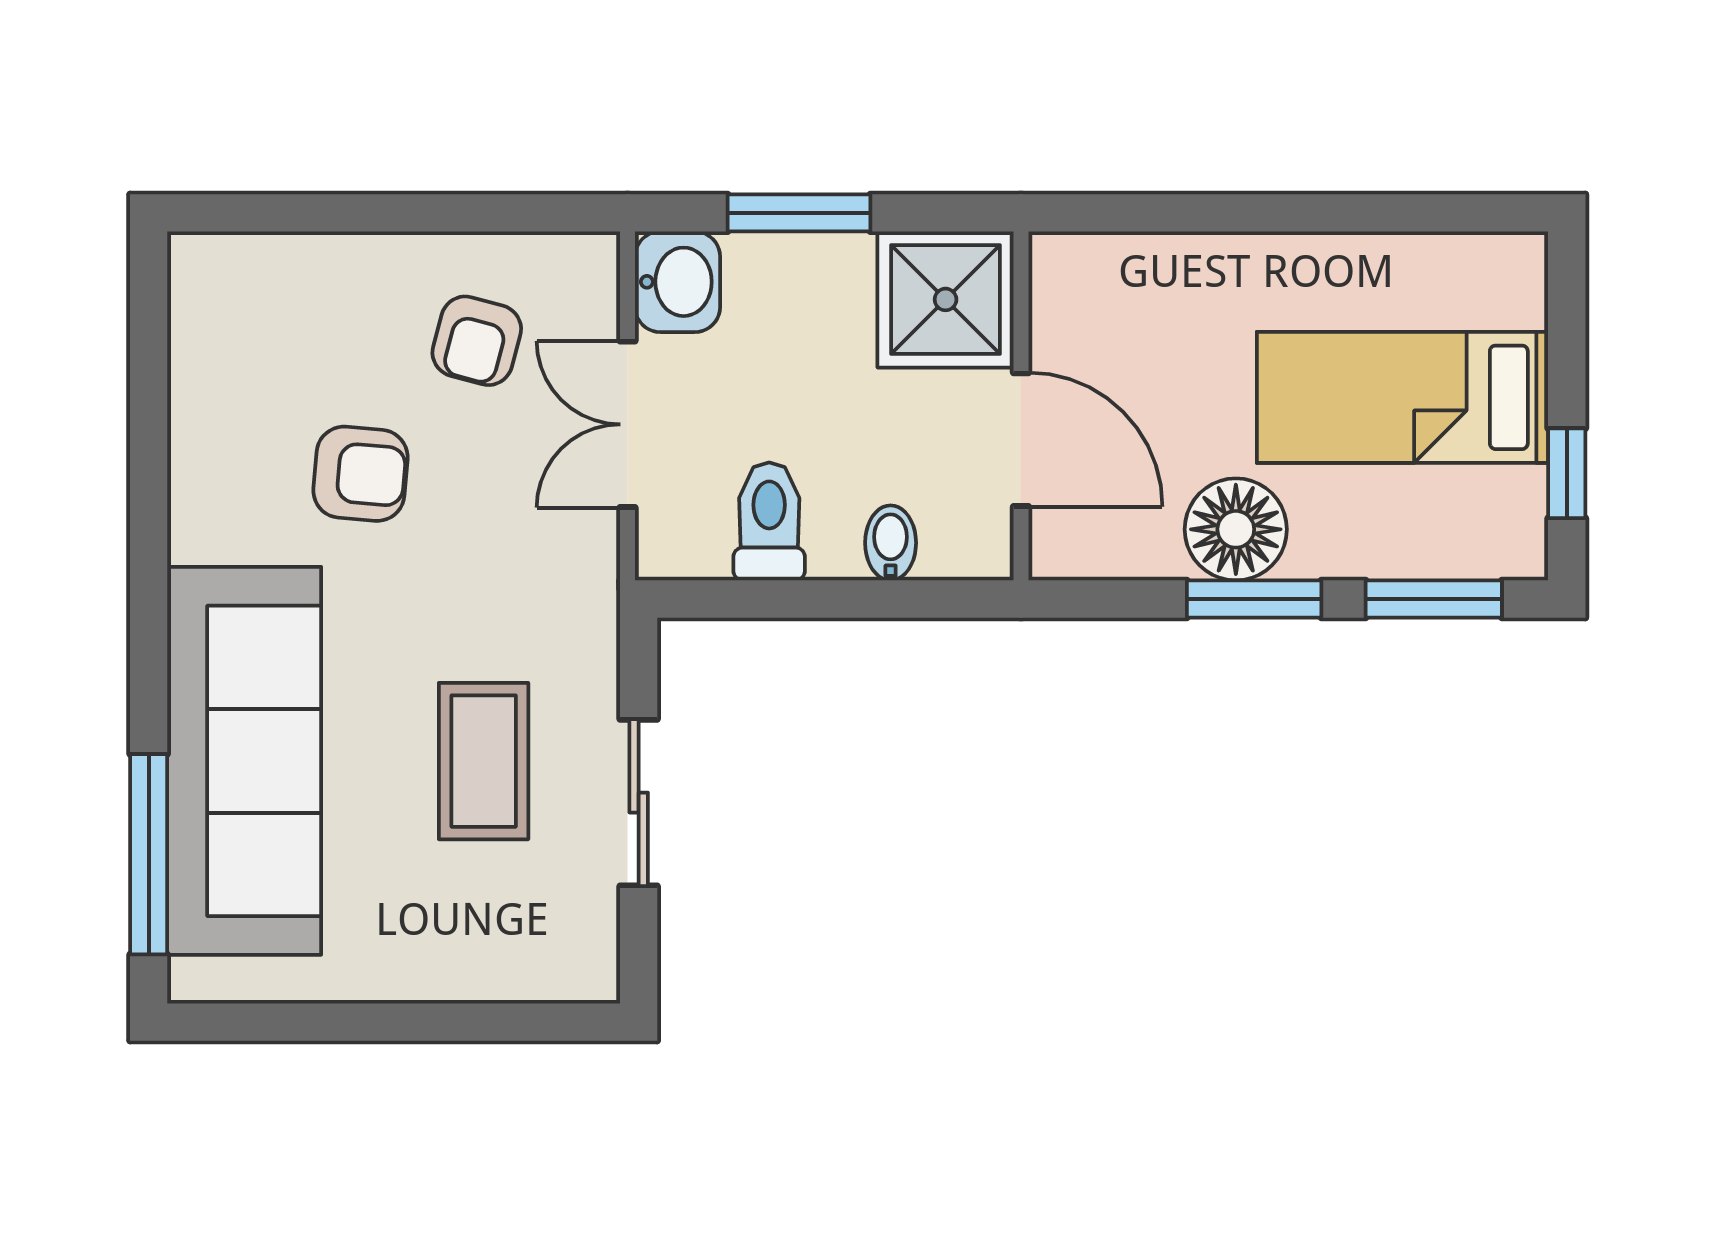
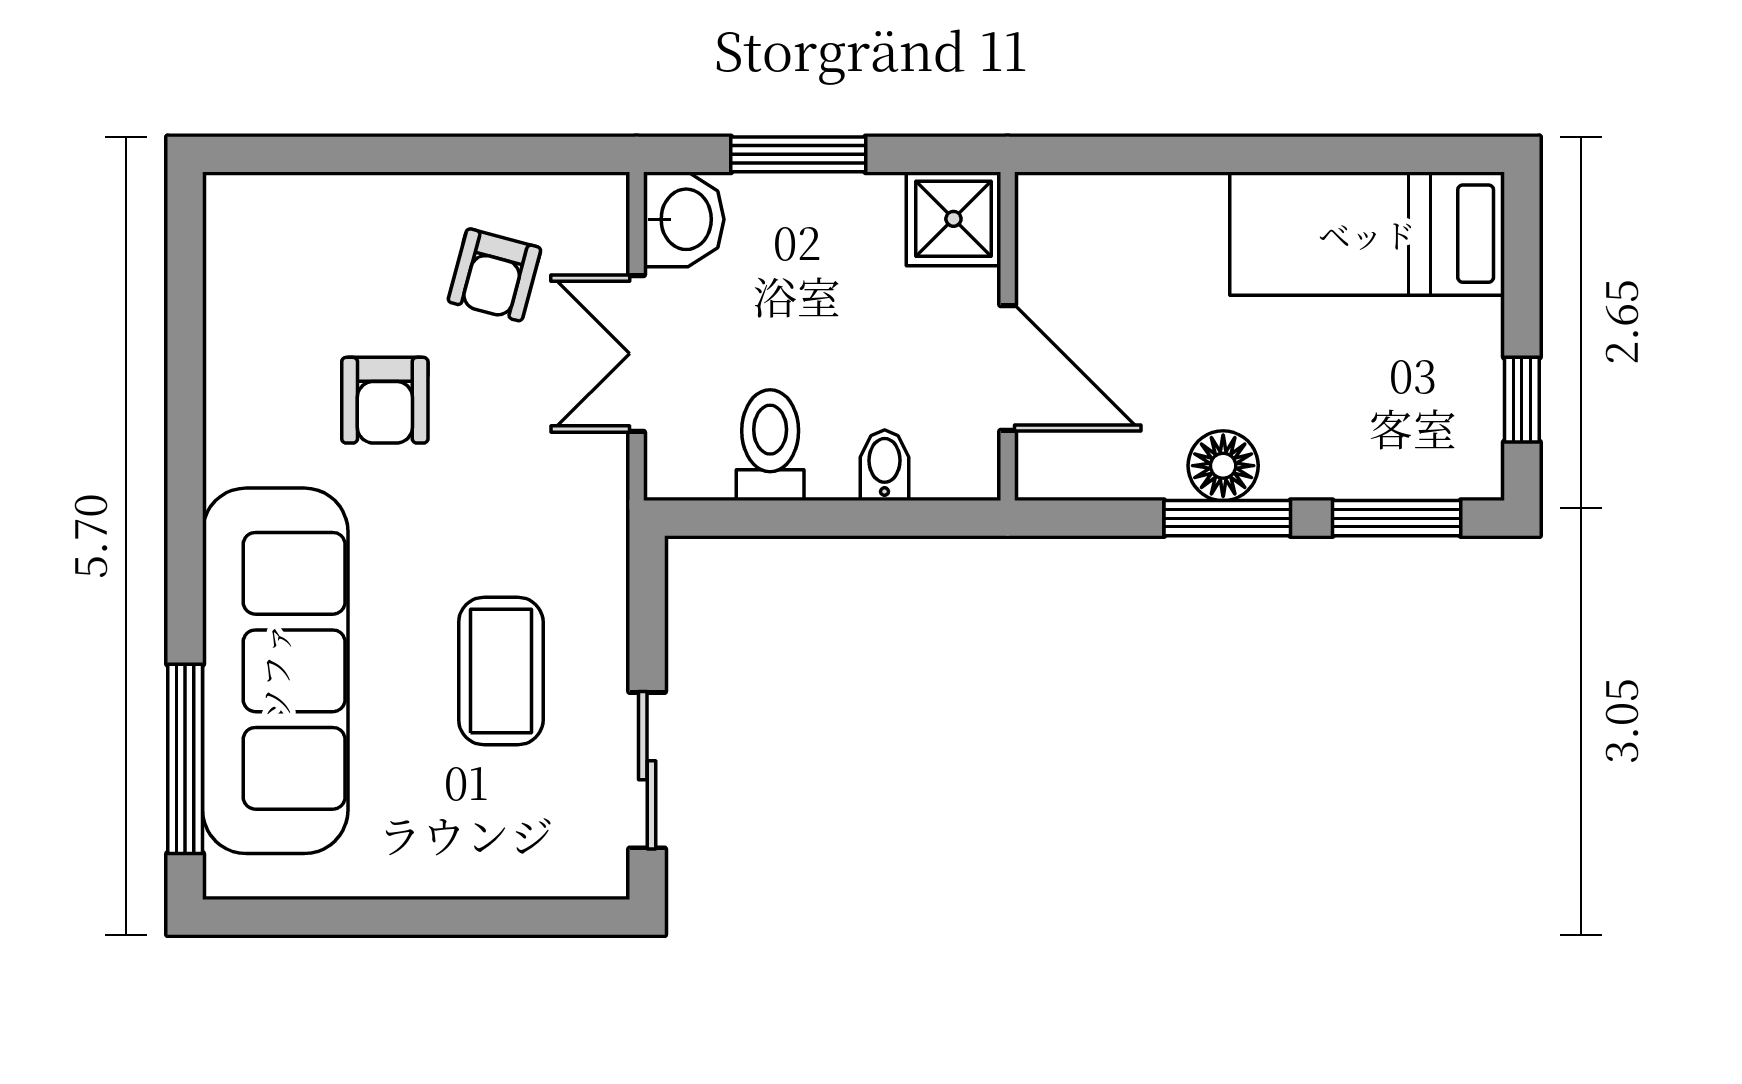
shower: (946, 299) -> (953, 219), width x0.73, depth x0.73
bed: (1402, 397) -> (1367, 234), moved
armchair: (360, 474) -> (385, 400), turned 85
floor lamp: (1236, 529) -> (1223, 466), width x0.73, depth x0.73
sliding door: (639, 803) -> (647, 770), moved

